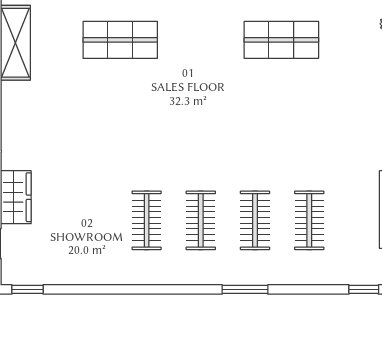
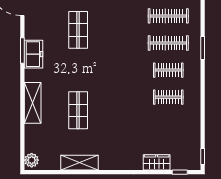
clothes rail: (255, 220) -> (168, 43), width x1.36
clothes rail: (309, 220) -> (168, 16), width x1.36

